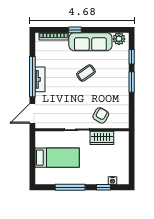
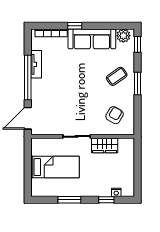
window: (132, 57) -> (137, 44), moved
coffee table: (86, 73) -> (117, 76), moved
tv unit: (40, 79) -> (36, 64), moved
armchair: (101, 115) -> (115, 115), moved
window: (70, 187) -> (69, 200), width x0.69

